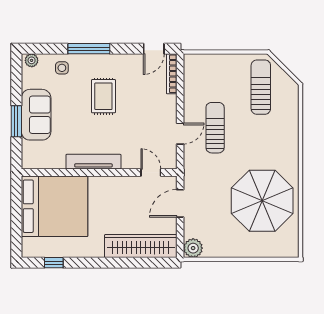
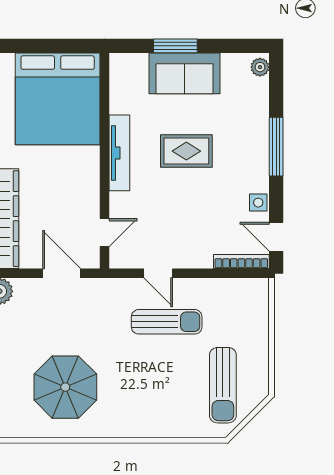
side table: (62, 68) -> (258, 203), moved
sun lounger: (261, 87) -> (223, 385), turned 90
rug: (103, 96) -> (186, 151), moved
parasol: (262, 201) -> (65, 387), width x0.73, depth x0.73

